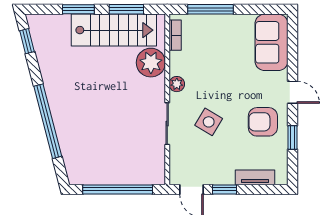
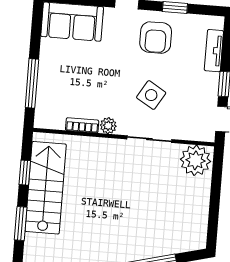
window: (126, 9) -> (25, 173), width x0.67
bookcase: (175, 35) -> (82, 125), moved
plant: (151, 63) -> (195, 160), moved
window: (118, 189) -> (215, 197), removed

